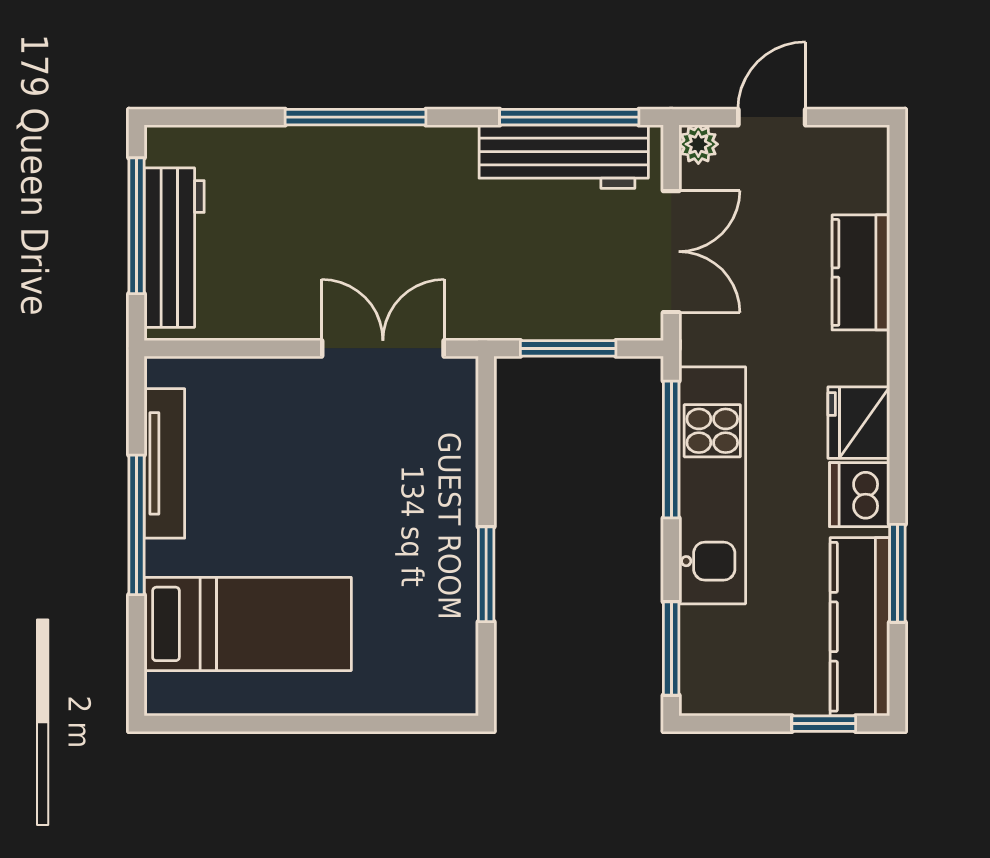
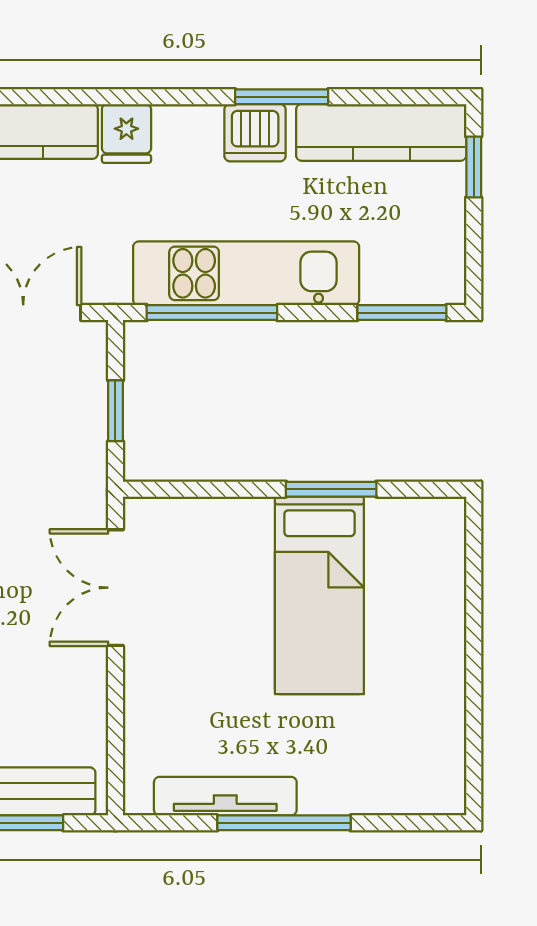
window: (568, 348) -> (115, 411), width x0.67
fridge: (859, 423) -> (126, 133), moved, width x0.72
window: (897, 573) -> (282, 97), moved
bed: (248, 624) -> (319, 595), moved, turned 180

